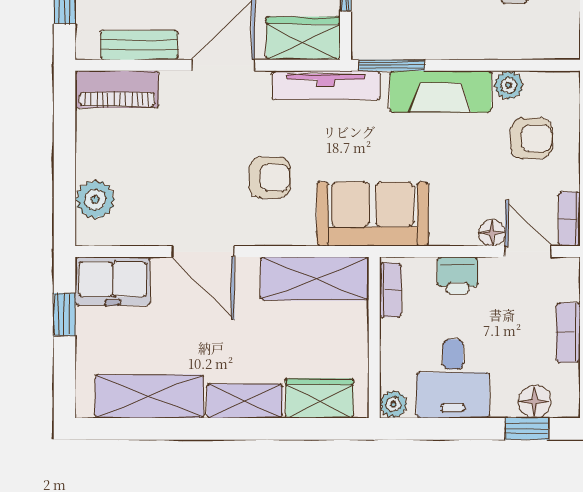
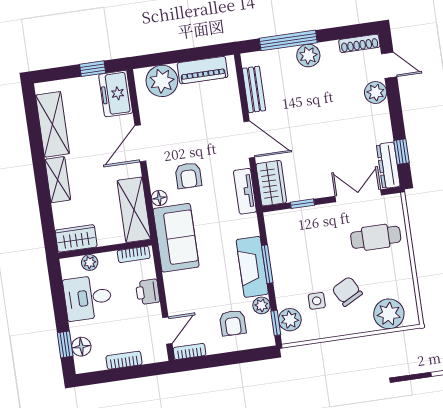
plant: (540, 41) -> (290, 320), added
window: (392, 65) -> (267, 264), moved
window: (542, 65) -> (276, 323), added
tv unit: (326, 85) -> (245, 191), width x0.71
piano: (117, 89) -> (203, 70), moved, turned -90
plant: (95, 199) -> (162, 81), width x1.36, depth x1.36
floor lamp: (492, 233) -> (159, 198), moved
wardrobe: (319, 398) -> (76, 238), moved, turned -90
plant: (393, 404) -> (90, 262), moved

